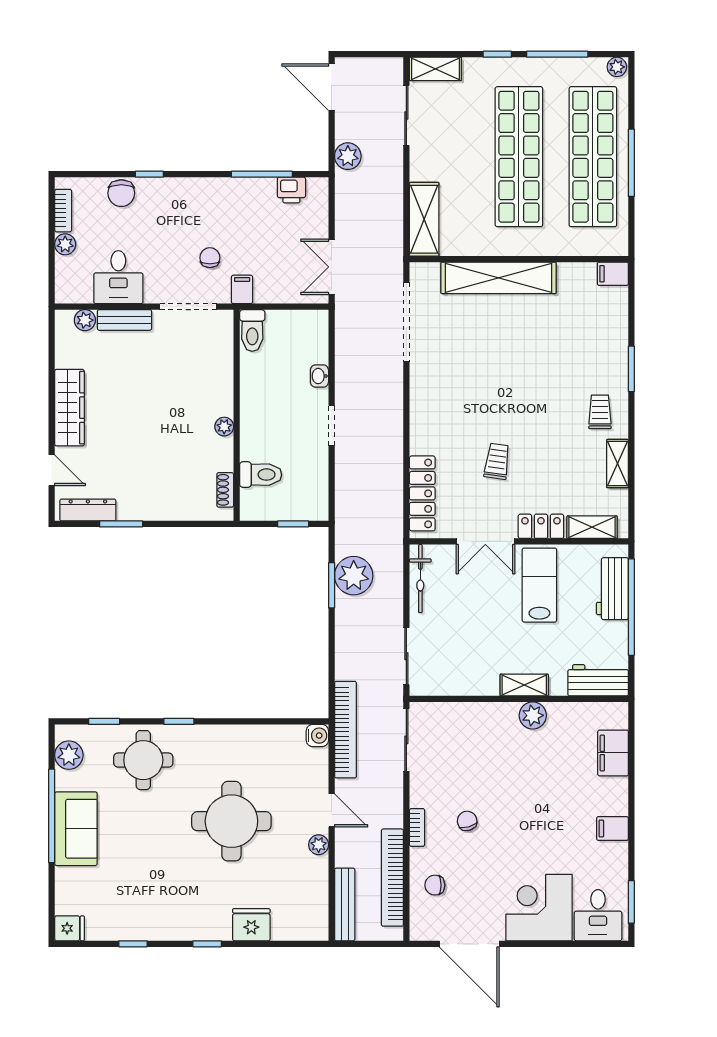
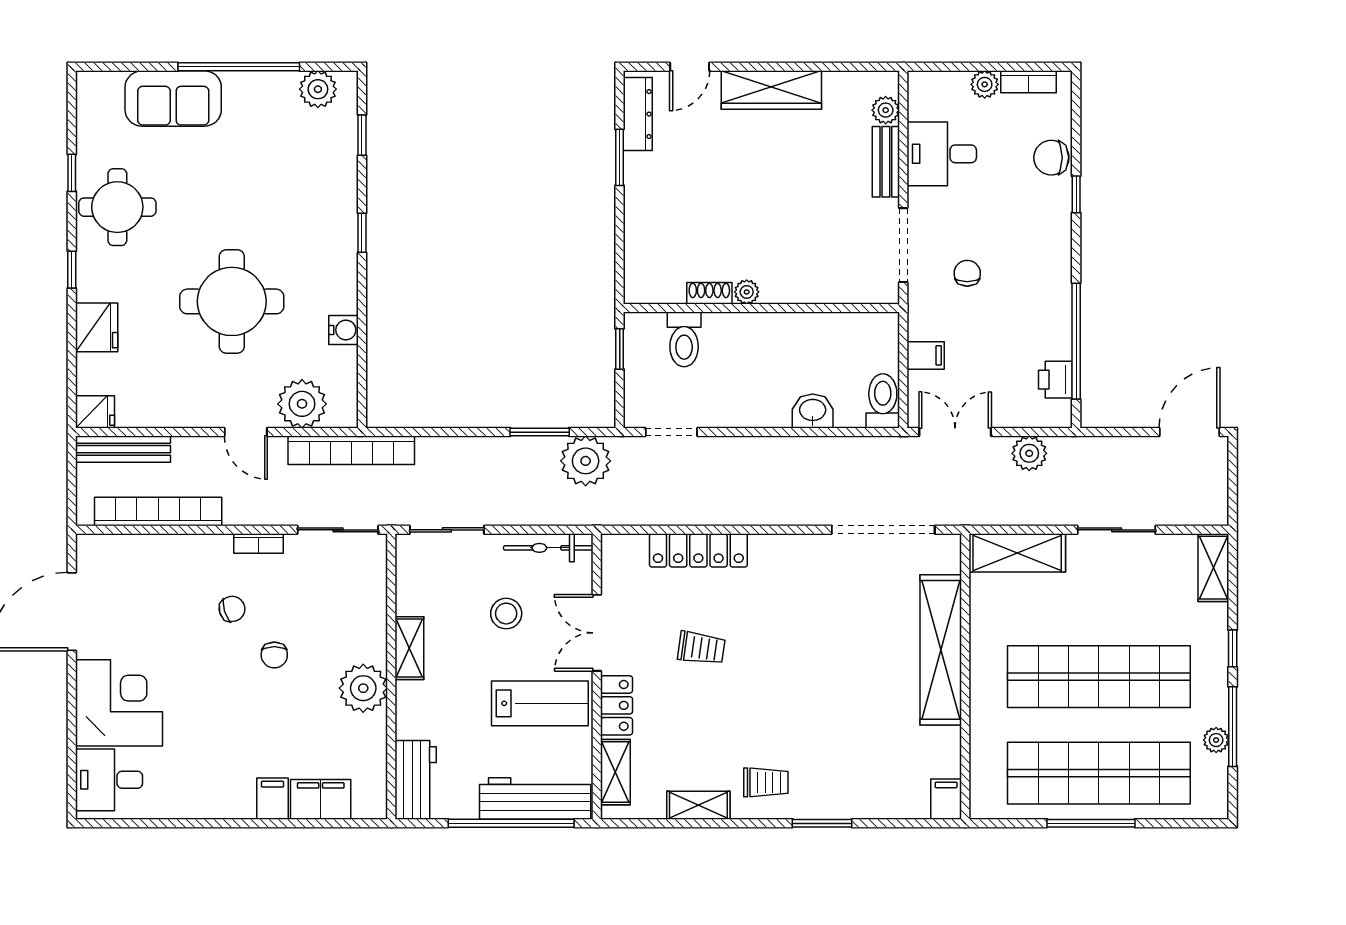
plant: (617, 67) -> (1216, 740), moved
sliding door: (406, 115) -> (1117, 530), moved
plant: (348, 156) -> (1029, 453), moved
window: (262, 174) -> (1076, 341), width x1.46
chair: (210, 258) -> (967, 273), turned -90
filing cabinet: (242, 289) -> (926, 355), moved
toilet: (252, 330) -> (883, 401), moved, turned 90
washbasin: (319, 376) -> (813, 411), width x1.38, depth x1.45
doorway: (332, 426) -> (671, 432), moved
shoe rack: (225, 490) -> (709, 293), moved
locker: (422, 493) -> (698, 550), moved
window: (293, 524) -> (620, 349), moved
plant: (354, 576) -> (586, 461), moved
workbench: (612, 589) -> (535, 799), width x1.38
stool: (471, 611) -> (506, 614), added
shelving: (524, 685) -> (409, 648), moved
plant: (533, 715) -> (363, 688), width x1.36, depth x1.36
water cooler: (317, 736) -> (343, 330), moved, turned -90
round table: (143, 760) -> (117, 207), moved
door: (332, 810) -> (246, 432), hinge flipped
bookcase: (417, 827) -> (258, 544), moved
sofa: (76, 829) -> (173, 98), moved
filing cabinet: (612, 829) -> (273, 799), moved
plant: (319, 845) -> (302, 404), moved, width x1.88, depth x1.88
chair: (435, 885) -> (274, 655), moved, turned 180
window: (631, 902) -> (126, 823), removed
fridge: (70, 928) -> (95, 412), moved, turned -90

